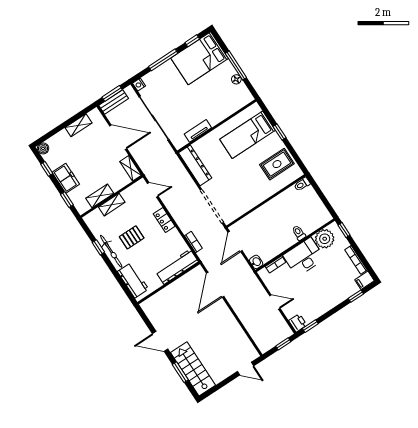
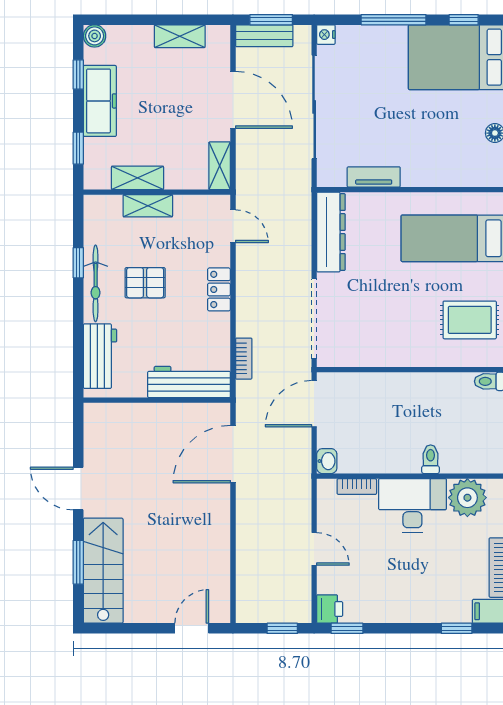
freezer: (66, 178) -> (100, 101), width x1.40
door: (246, 369) -> (192, 628), swing flipped

